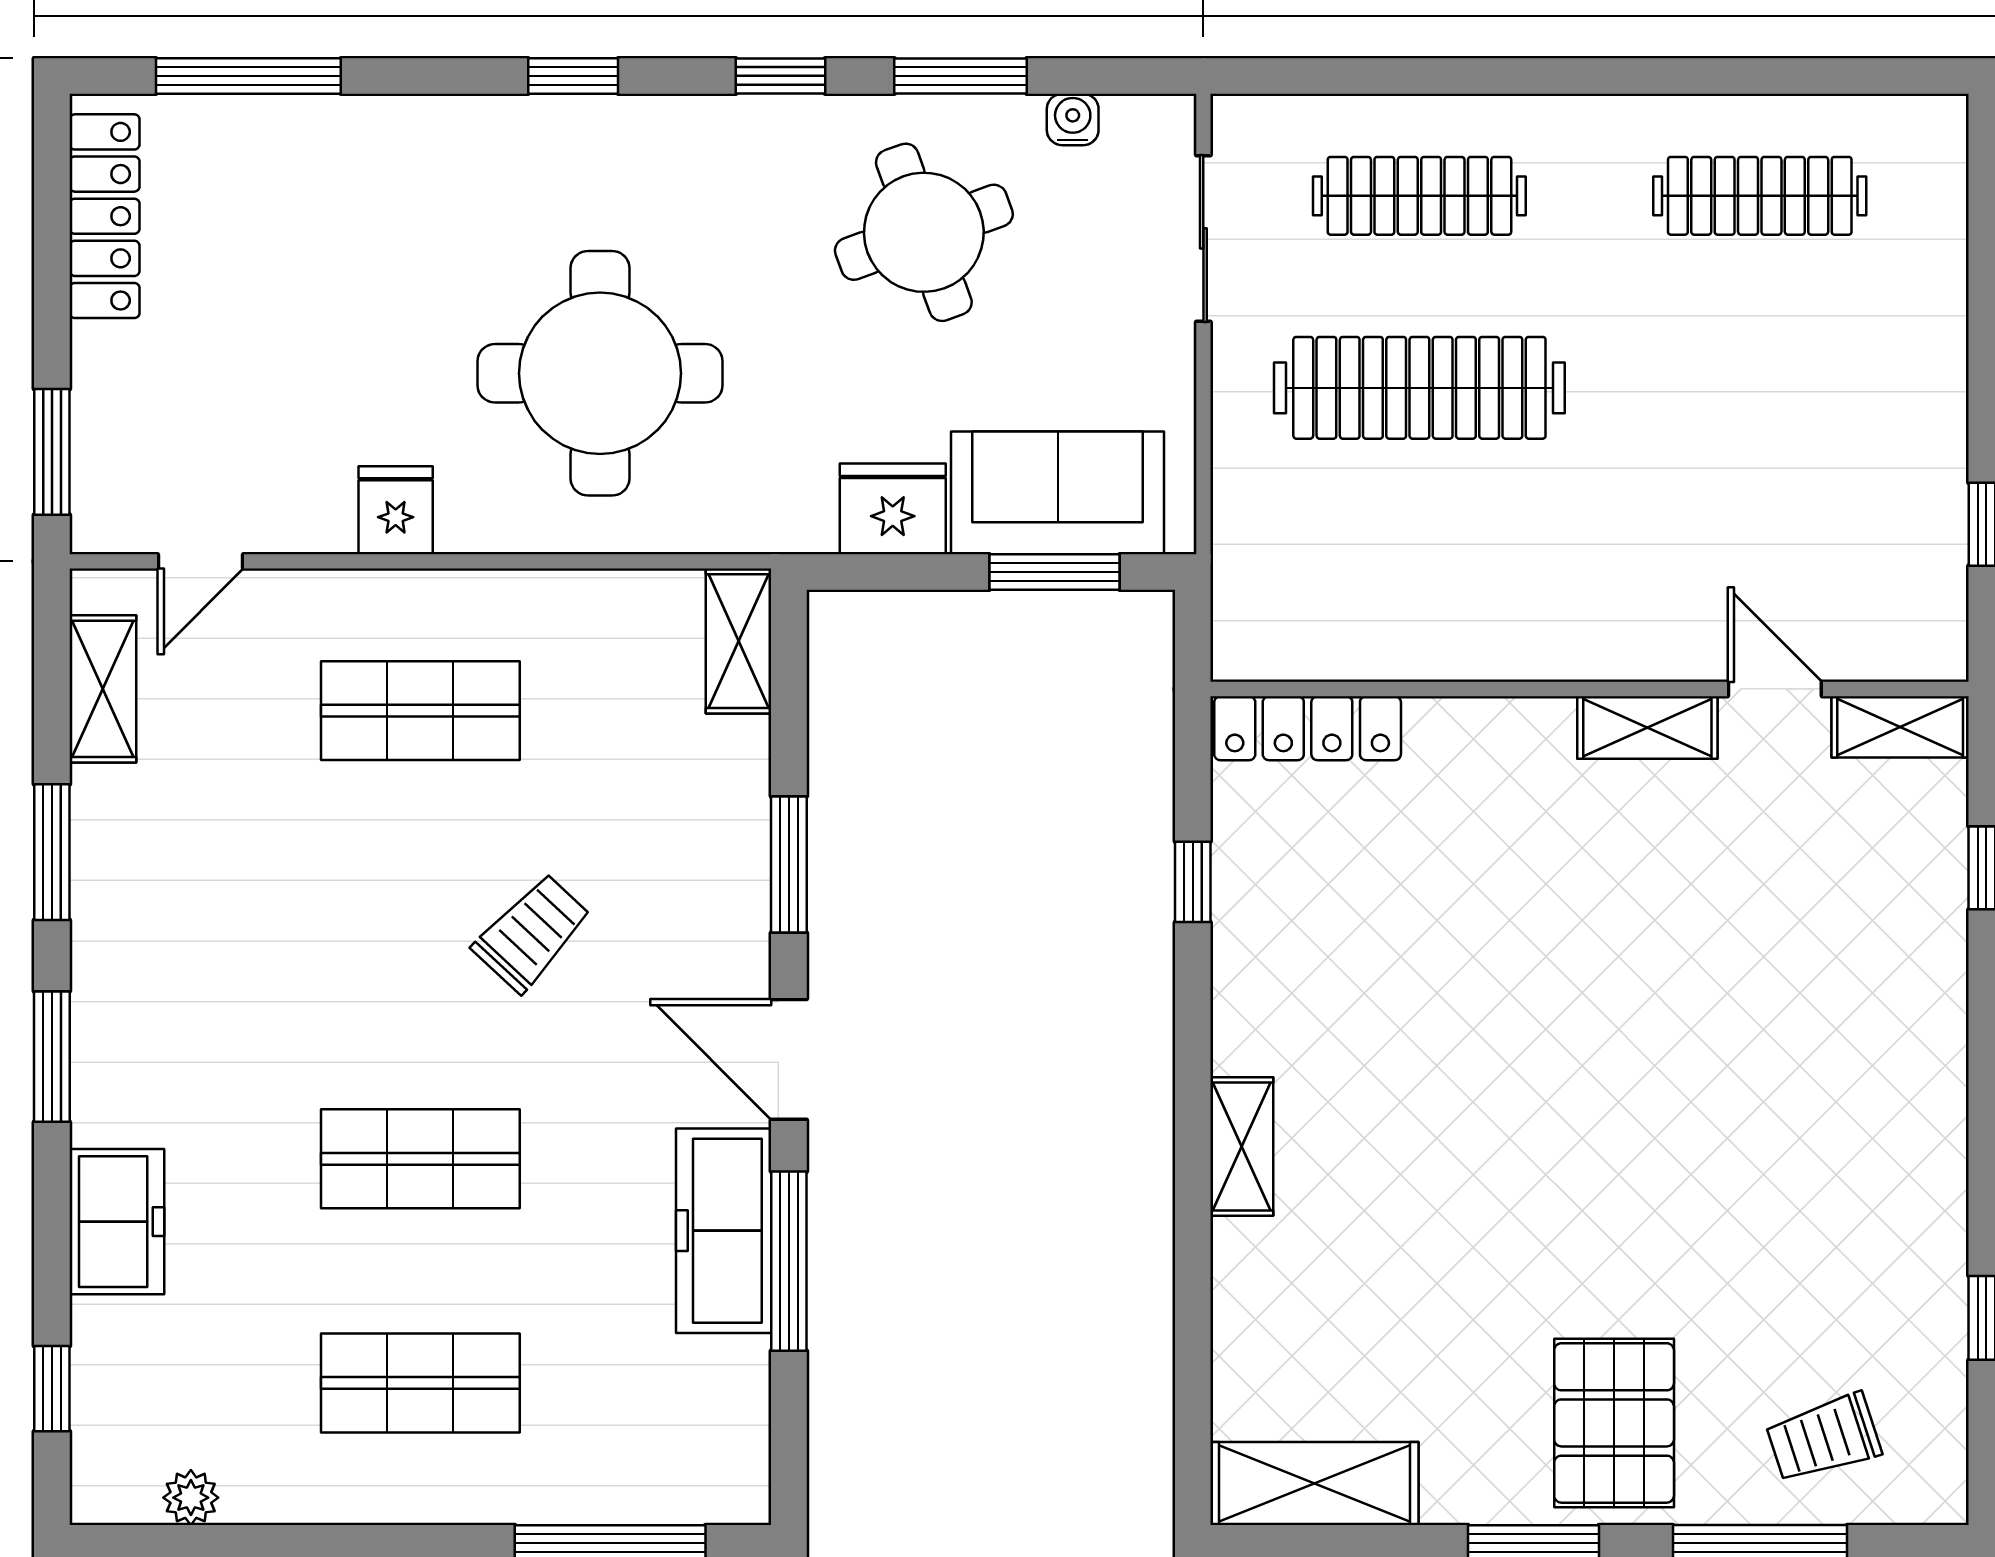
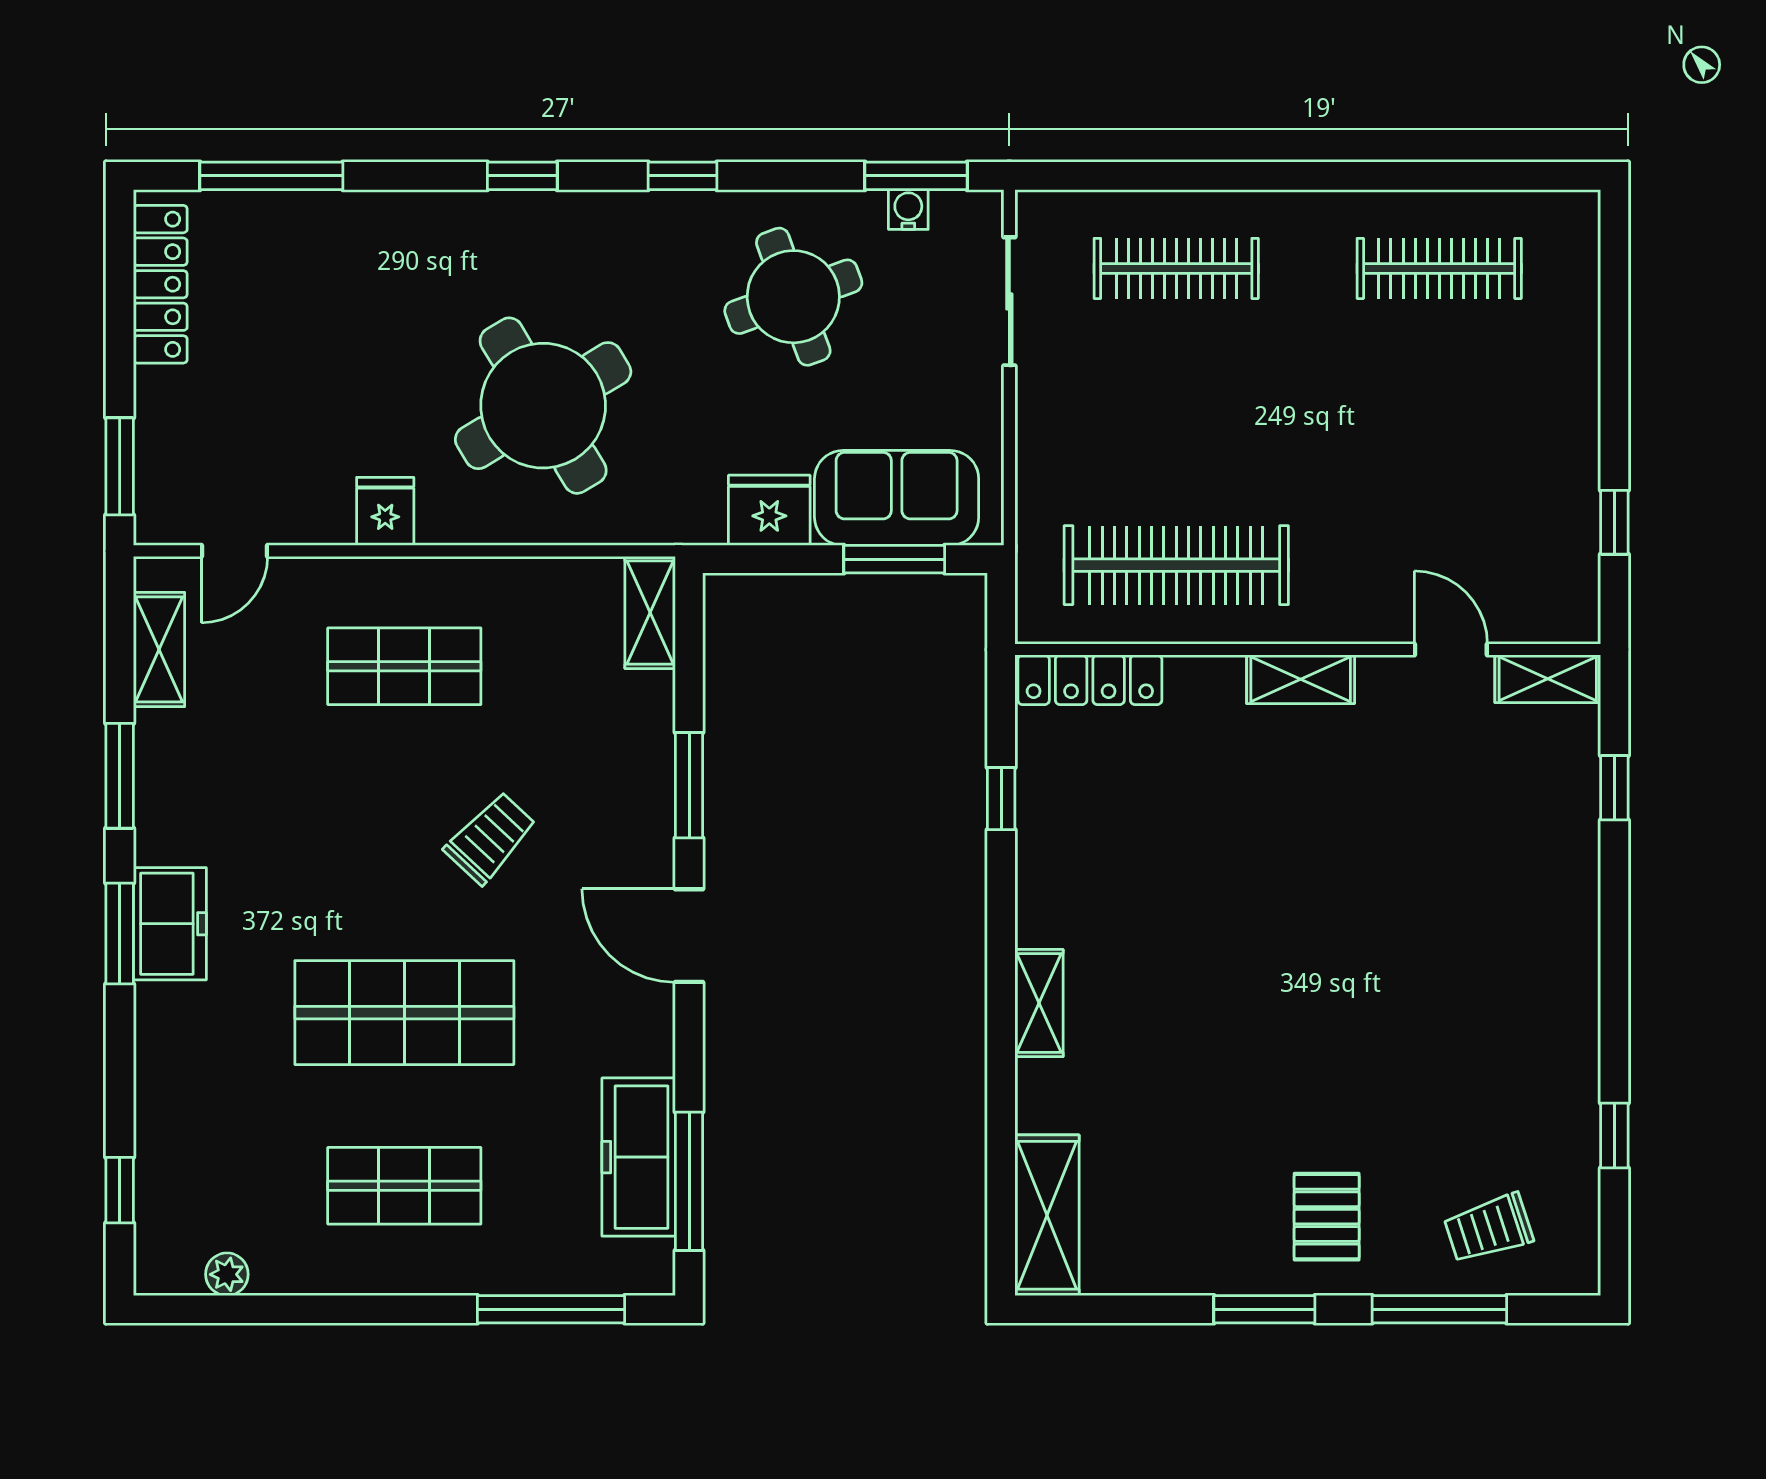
window: (961, 76) -> (916, 176), moved
round table: (600, 373) -> (543, 406), turned -31
clothes rail: (1419, 388) -> (1176, 565), moved
shelving: (1647, 727) -> (1301, 679), moved
shop shelf: (420, 1159) -> (404, 1013), width x1.43, depth x1.36
freezer: (117, 1222) -> (170, 924), moved
freezer: (724, 1231) -> (639, 1157), moved
window: (789, 1261) -> (689, 1181), moved
pallet: (1614, 1423) -> (1327, 1217), width x0.67, depth x0.71
shelving: (1314, 1484) -> (1047, 1215), moved, turned 90

